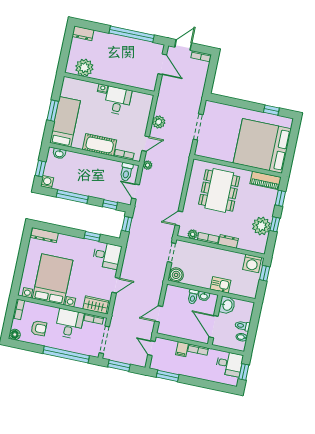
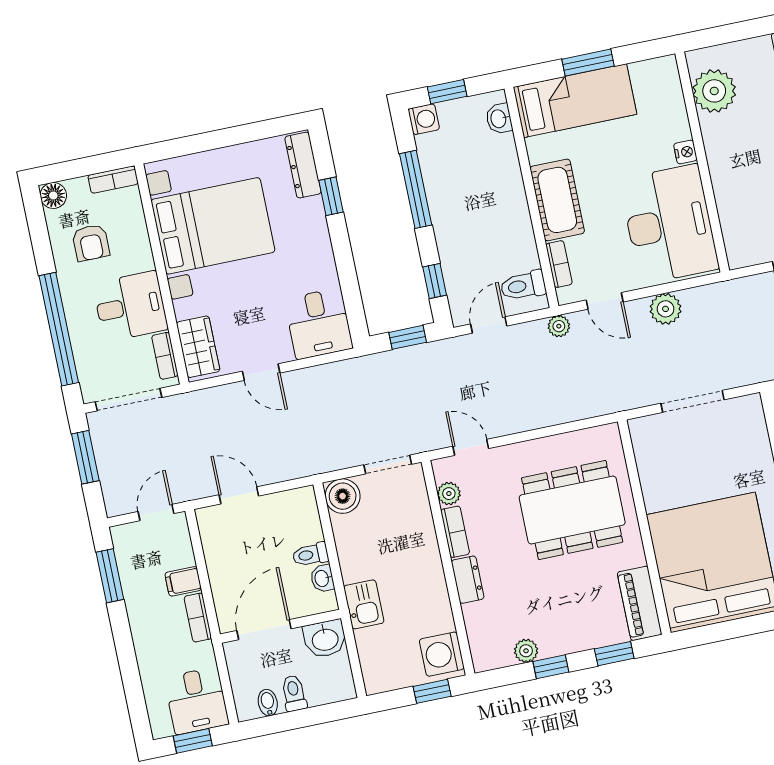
desk: (118, 101) -> (669, 224), width x1.87, depth x1.30
plant: (261, 226) -> (526, 651), width x0.53, depth x0.53
window: (92, 236) -> (331, 196), moved

